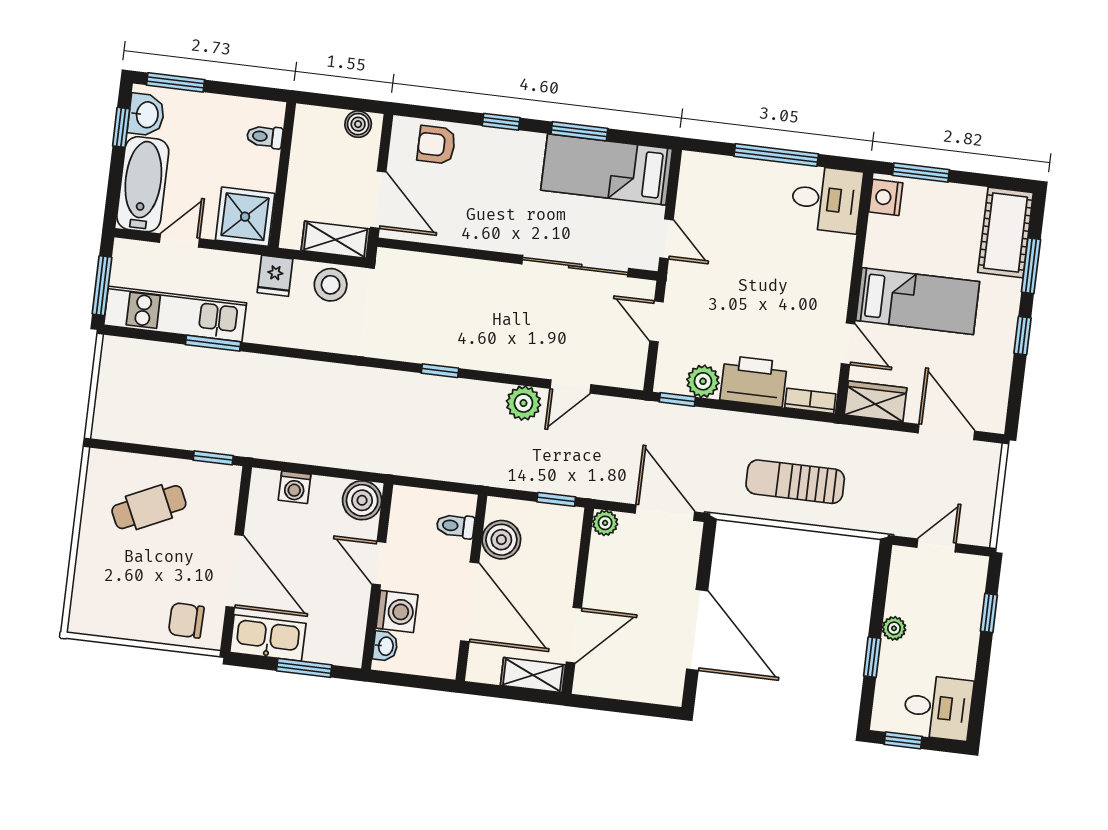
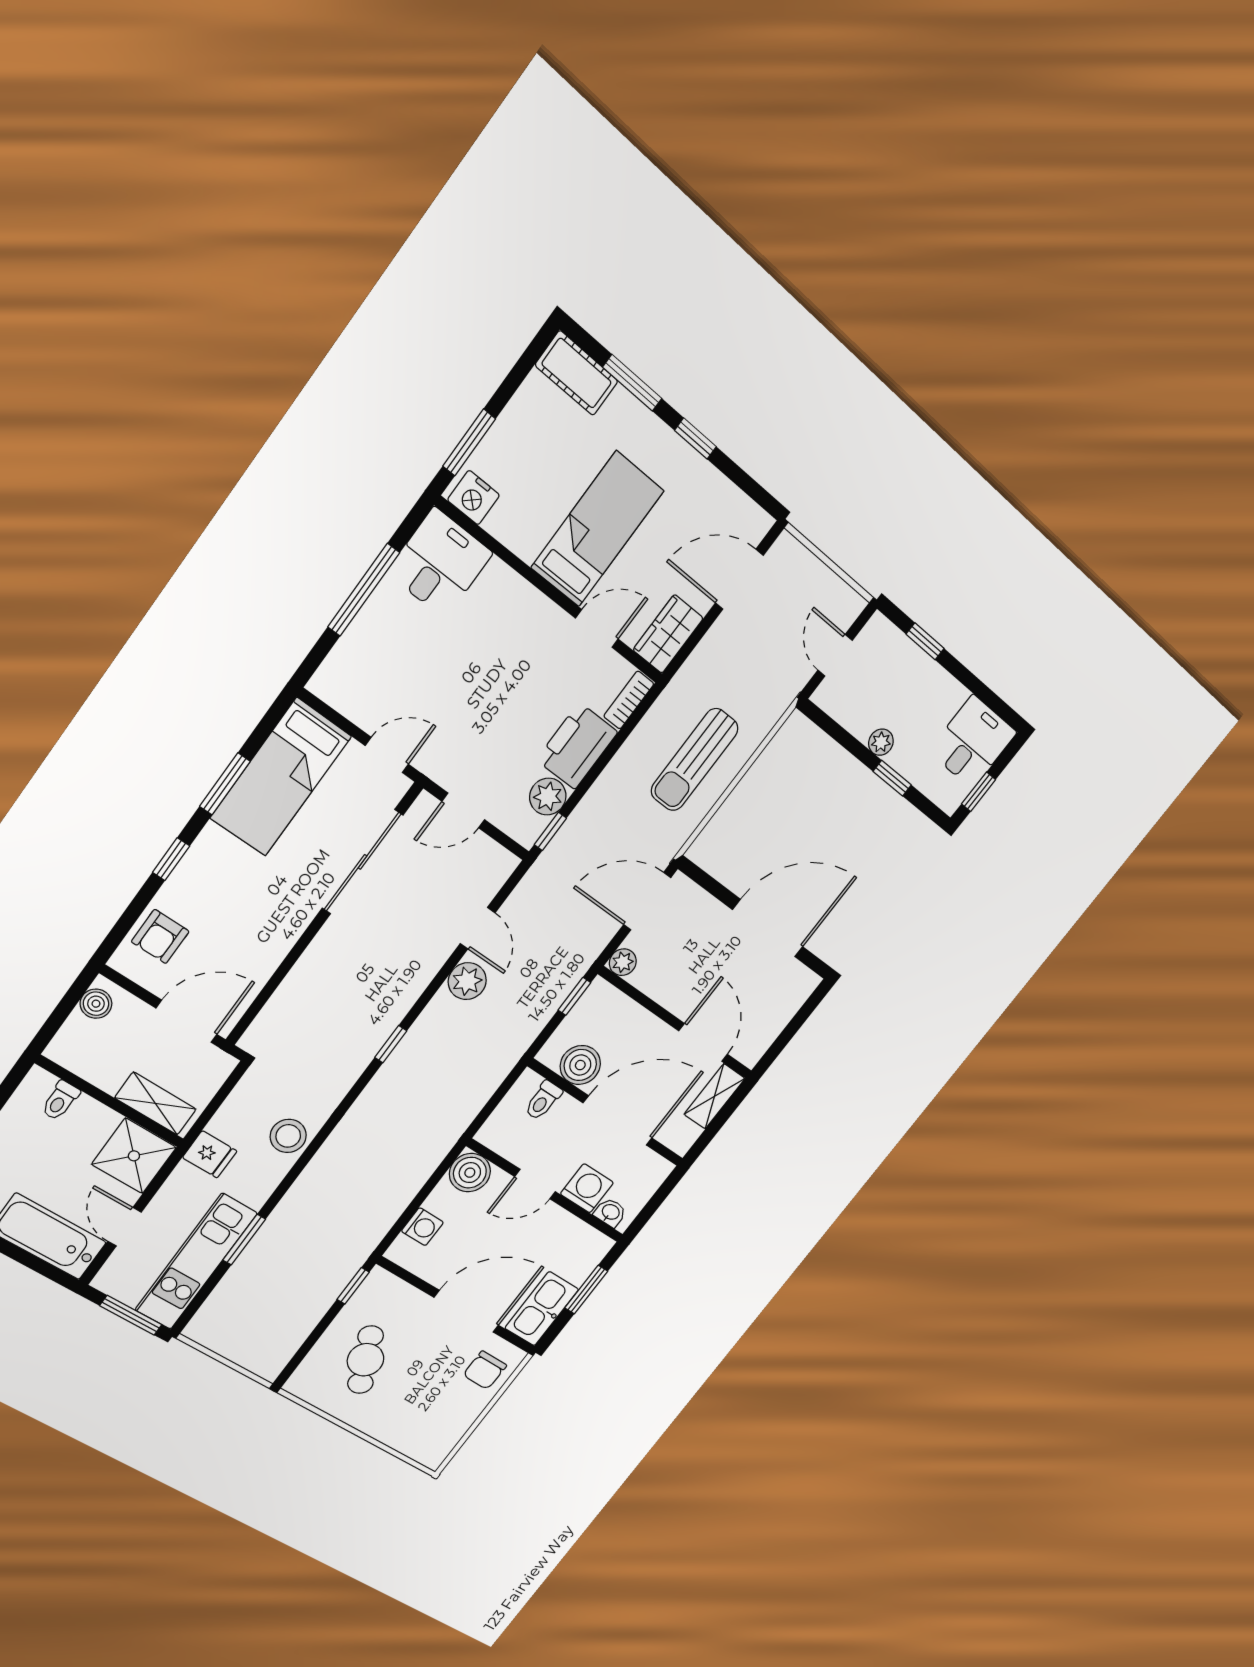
cot: (1006, 233) -> (577, 373), width x0.73, depth x0.75
shelving: (336, 240) -> (156, 1104), moved, turned 90
stool: (331, 285) -> (288, 1136), moved

